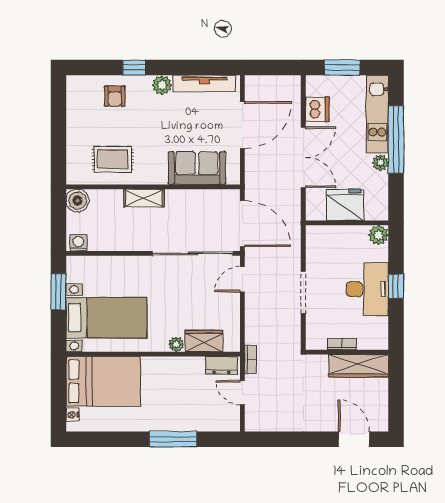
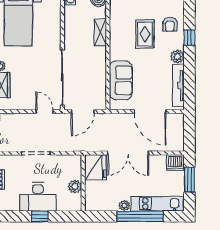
armchair: (115, 96) -> (170, 24), turned -90
dishwasher: (317, 109) -> (175, 163), moved
rug: (113, 159) -> (145, 34), moved
shelving: (144, 198) -> (100, 32), moved
fridge: (345, 205) -> (95, 167), moved
door: (242, 224) -> (83, 111), width x0.73
plant: (378, 235) -> (75, 187), moved

